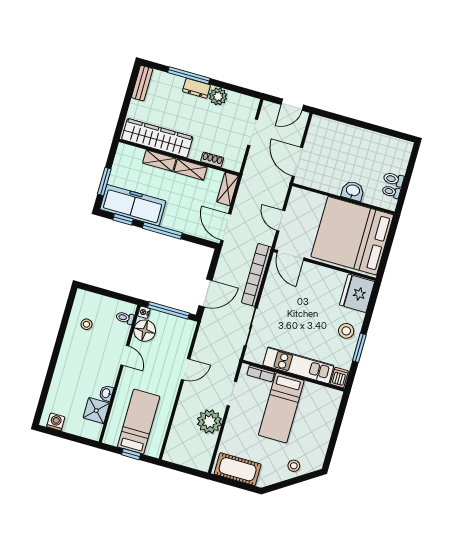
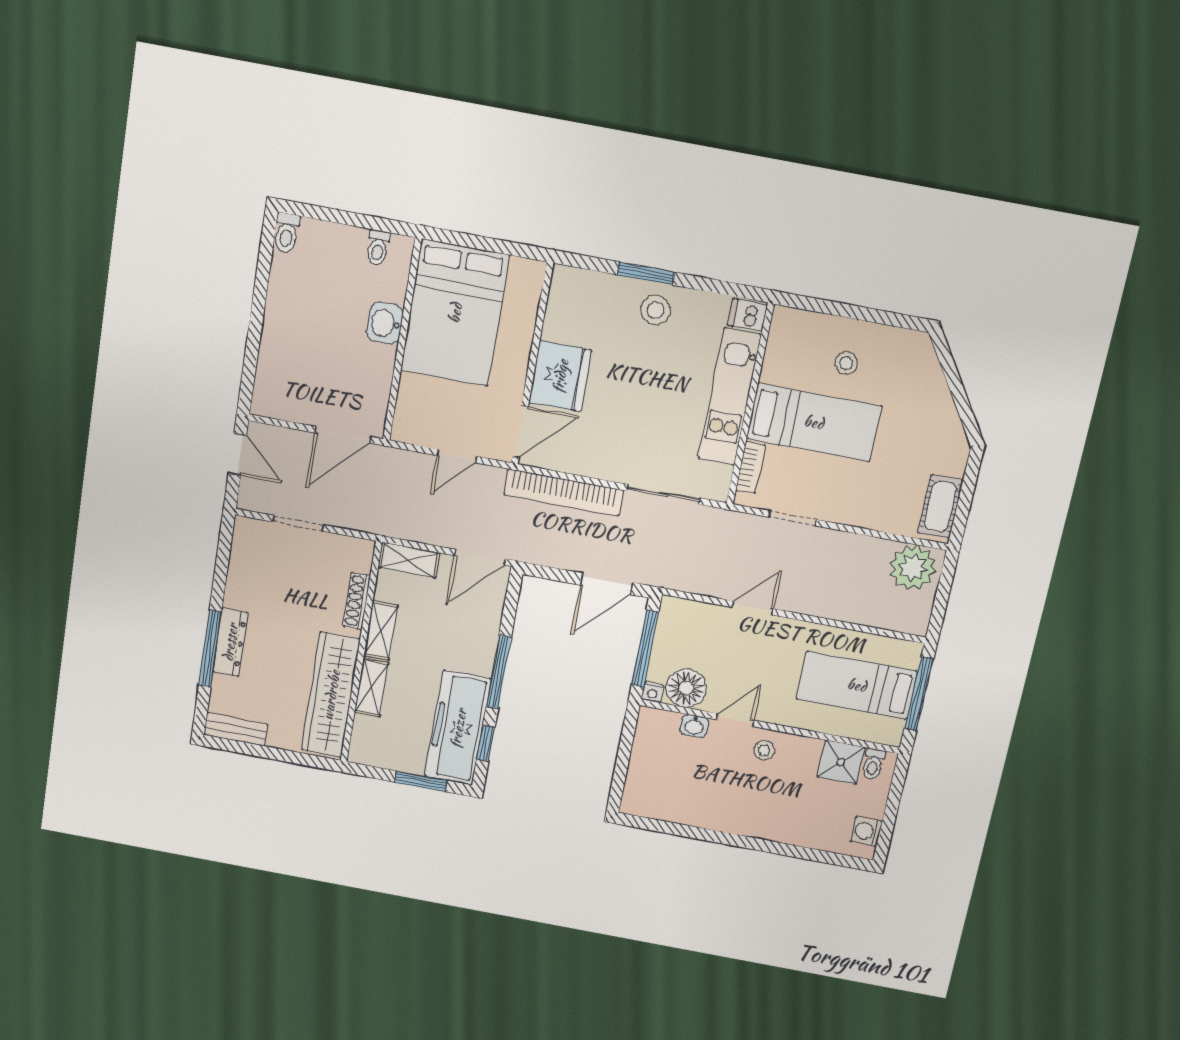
dresser: (196, 88) -> (230, 642), width x1.44
plant: (218, 96) -> (241, 592), removed
shoe rack: (212, 160) -> (357, 601), width x1.43
toilet: (394, 179) -> (286, 233), moved
bed: (352, 236) -> (455, 313), width x0.73
door: (206, 293) -> (607, 584), swing flipped
fridge: (357, 293) -> (560, 376), moved, turned -90
toilet: (125, 318) -> (873, 764), moved
stool: (86, 324) -> (764, 750), moved
window: (359, 348) -> (646, 273), moved
door: (186, 369) -> (753, 608), hinge flipped
washbasin: (106, 393) -> (694, 726), moved
plant: (209, 422) -> (913, 568), moved
window: (131, 454) -> (919, 694), width x2.17
stool: (294, 466) -> (846, 363), moved
cot: (238, 469) -> (940, 507), width x0.73, depth x0.75

